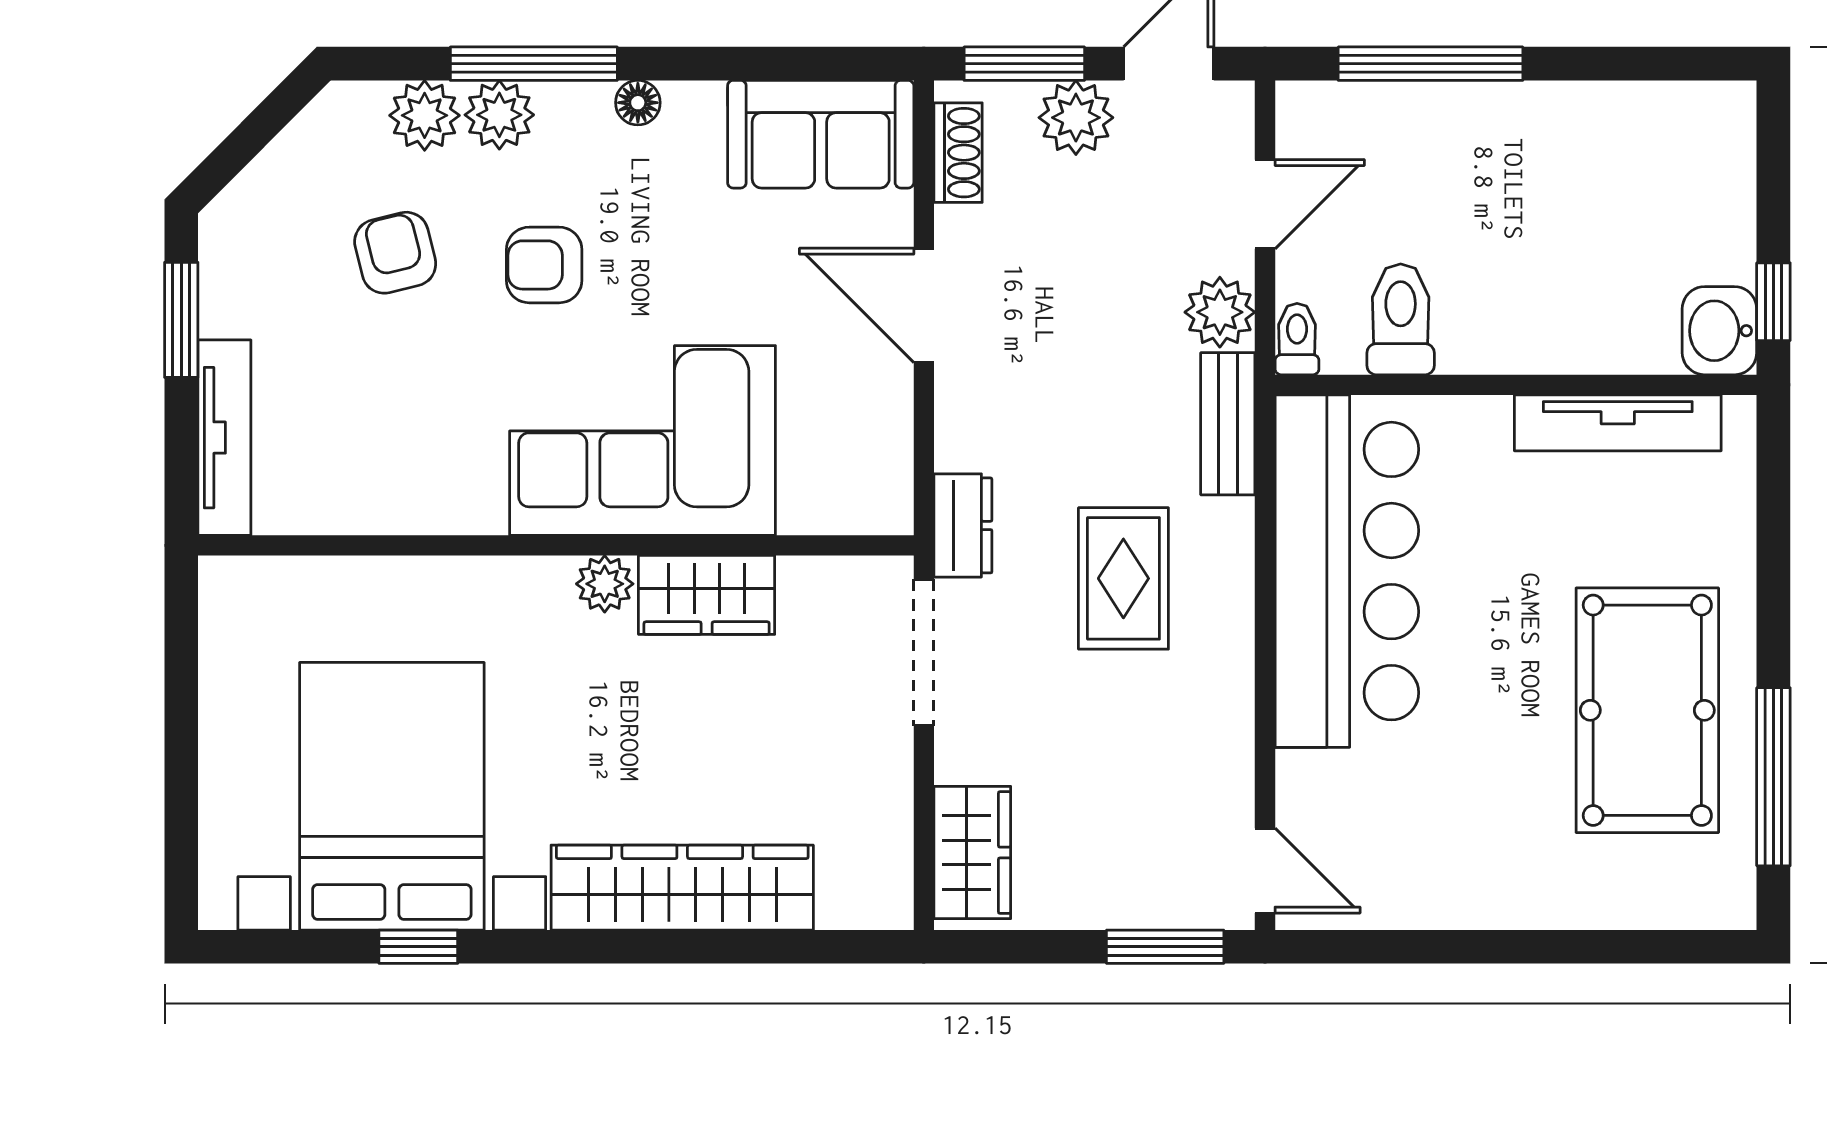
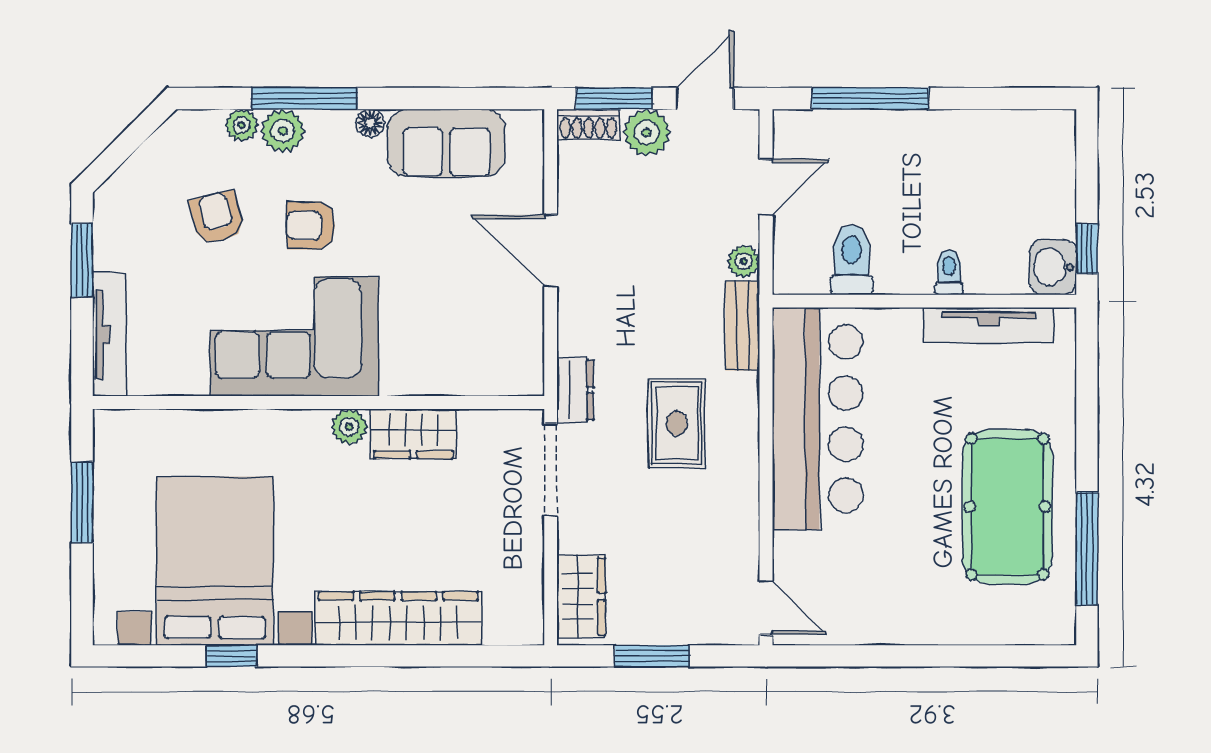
plant: (425, 115) -> (242, 125), width x0.73, depth x0.73
sofa: (821, 134) -> (446, 143), moved
shoe rack: (958, 153) -> (588, 124), moved, turned 90
plant: (1220, 312) -> (744, 261), width x0.73, depth x0.73
toilet: (1297, 339) -> (949, 272), moved
corner sofa: (642, 440) -> (294, 336), moved
window: (181, 704) -> (82, 503), added
window: (1165, 947) -> (652, 656), moved

